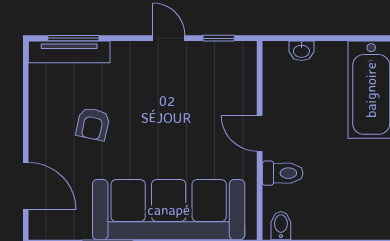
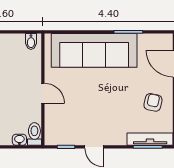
armchair: (93, 124) -> (153, 102), moved
toilet: (283, 173) -> (34, 134), moved, turned 90

